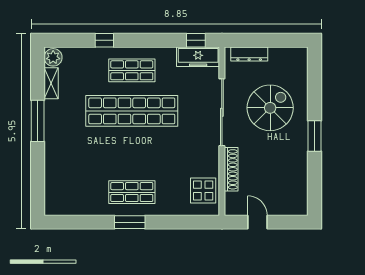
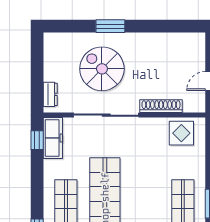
dresser: (249, 54) -> (50, 94), width x0.70
window: (315, 136) -> (110, 26), moved

